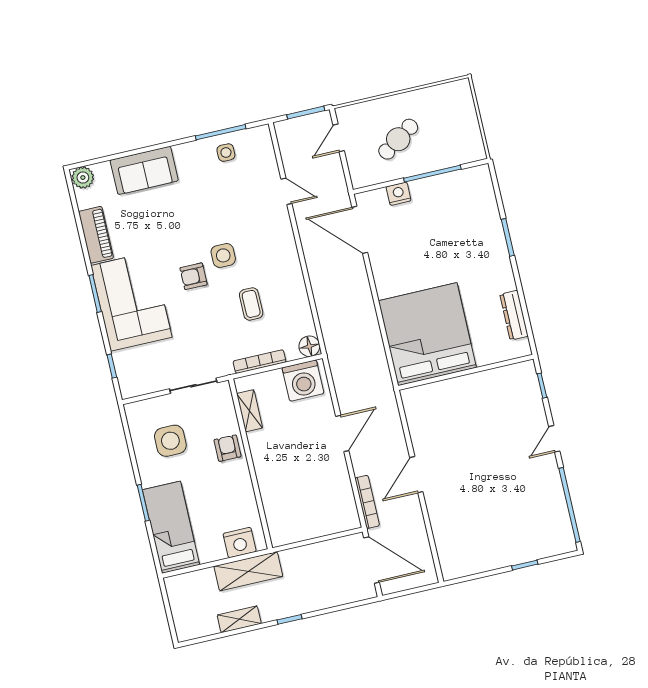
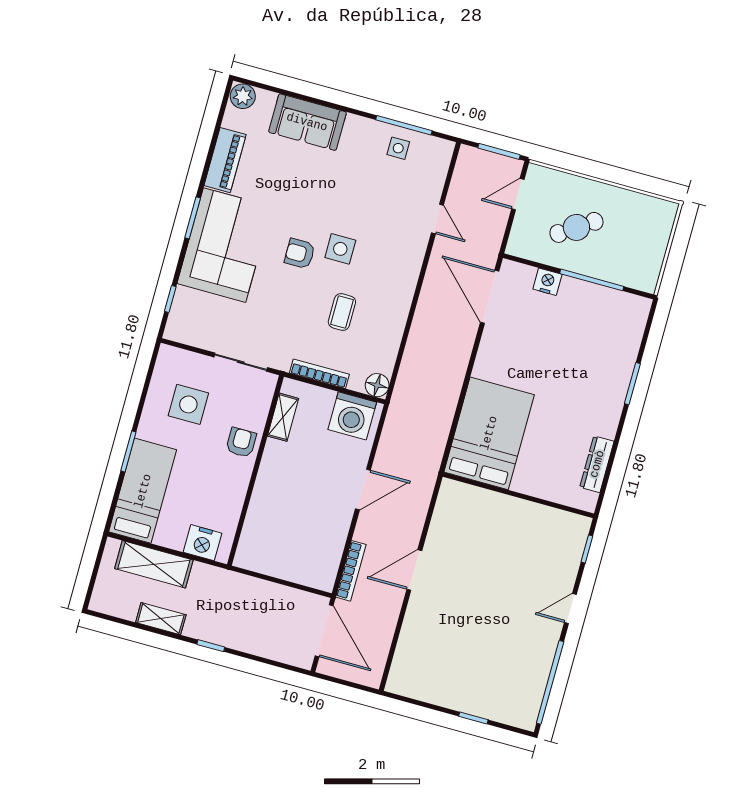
bed: (427, 334) -> (489, 433), width x0.73
shelving: (248, 571) -> (154, 564), moved

